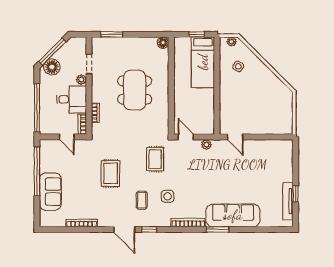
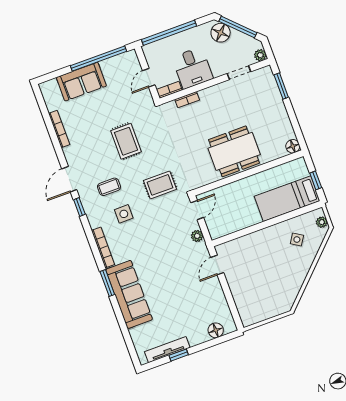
plant: (81, 80) -> (260, 55), moved
dining table: (135, 90) -> (234, 151), moved
floor lamp: (287, 157) -> (216, 330), added
rug: (111, 173) -> (126, 141), turned 90

